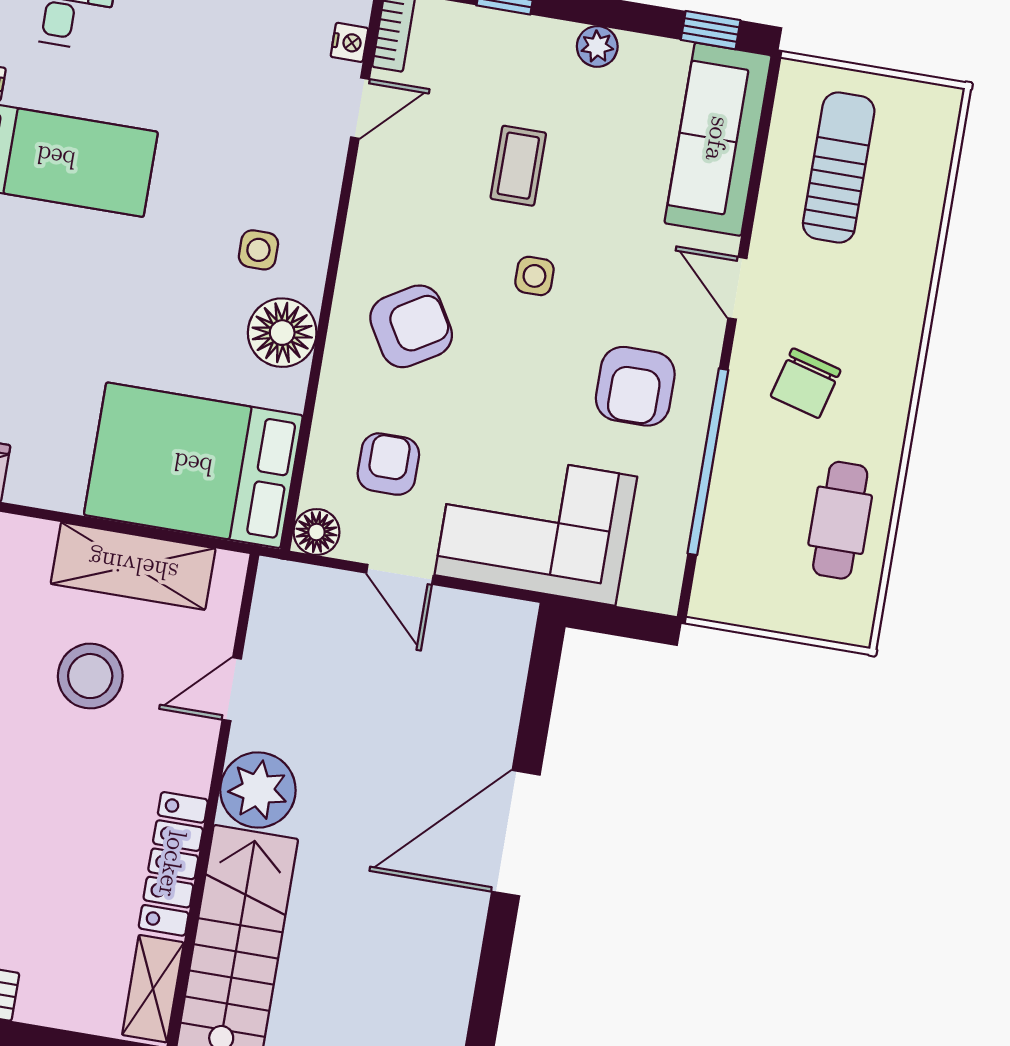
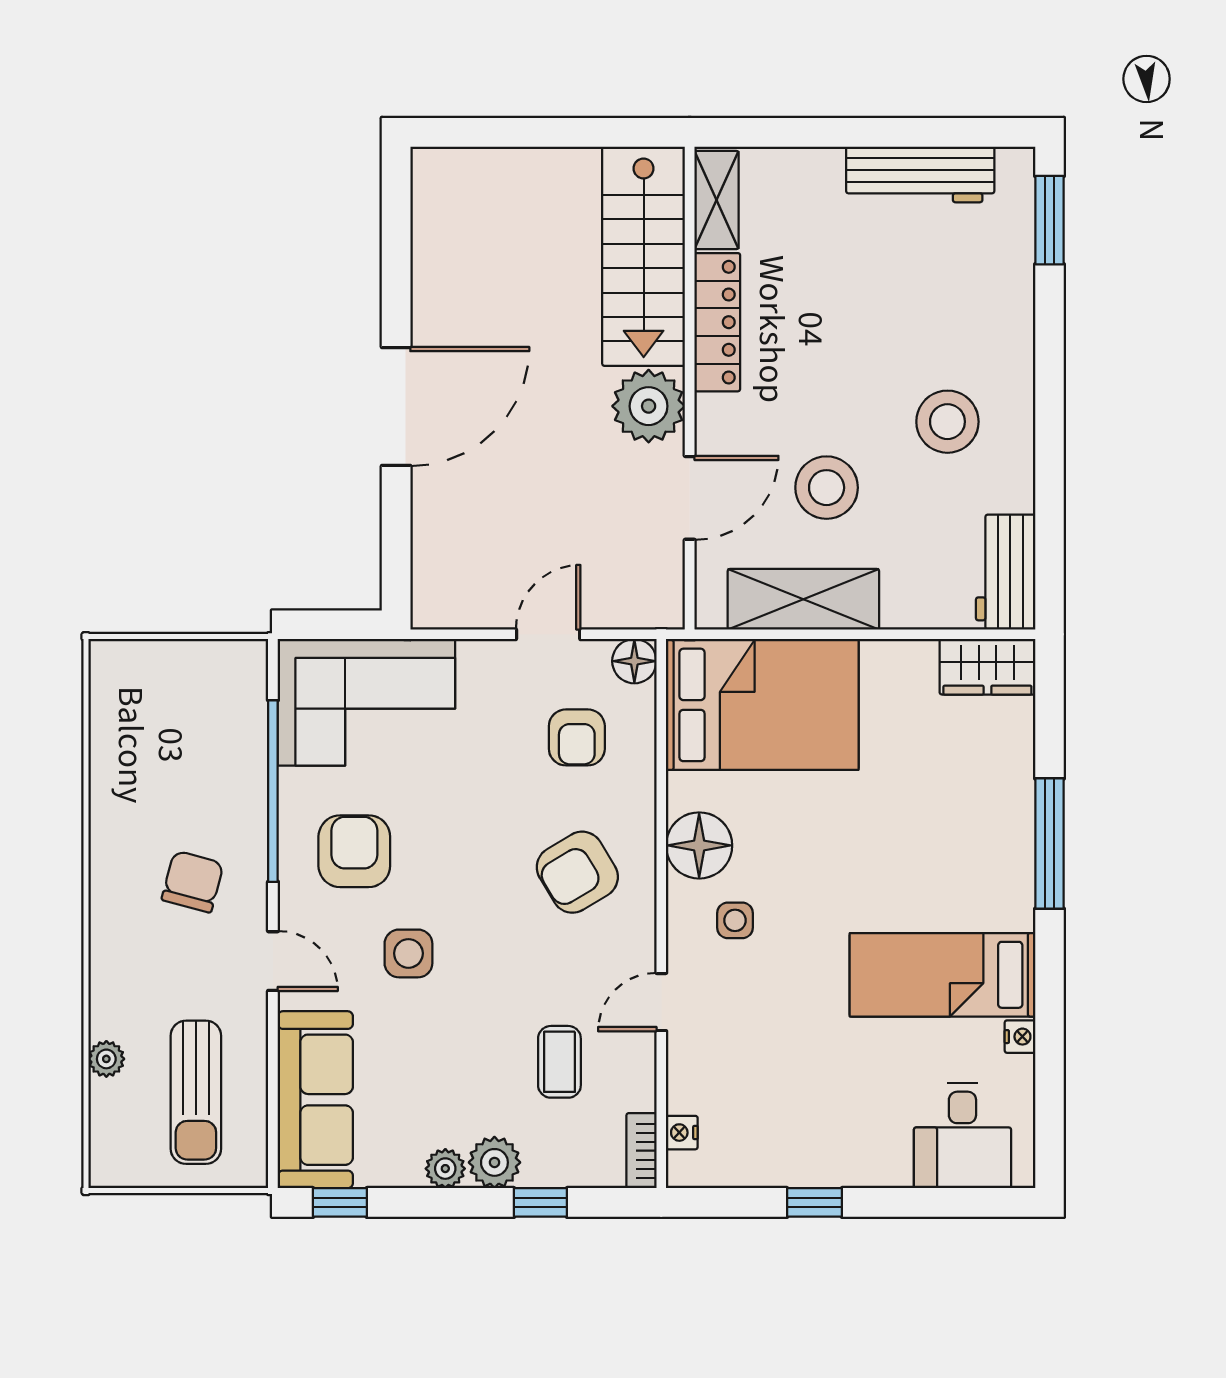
plant: (546, 44) -> (494, 1162), added
door: (360, 108) -> (661, 1002), moved
coffee table: (518, 166) -> (559, 1062), moved
plant: (924, 217) -> (106, 1059), added
side table: (534, 276) -> (408, 953), moved, width x1.37, depth x1.37
cafe table: (840, 520) -> (138, 757), removed
corner sofa: (536, 526) -> (366, 702), moved
door: (400, 574) -> (548, 634), hinge flipped
door: (232, 689) -> (690, 498), width x1.38

